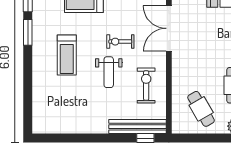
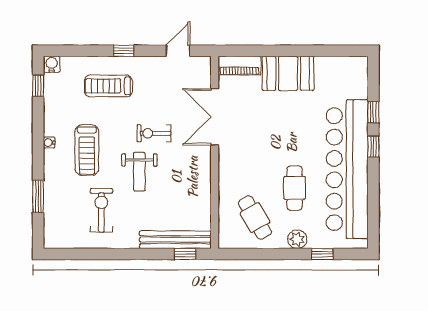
window: (28, 32) -> (38, 196), moved
water cooler: (37, 49) -> (49, 143), added
exercise bike: (146, 86) -> (101, 210), moved

